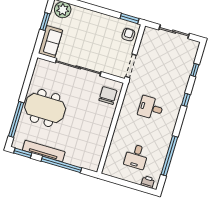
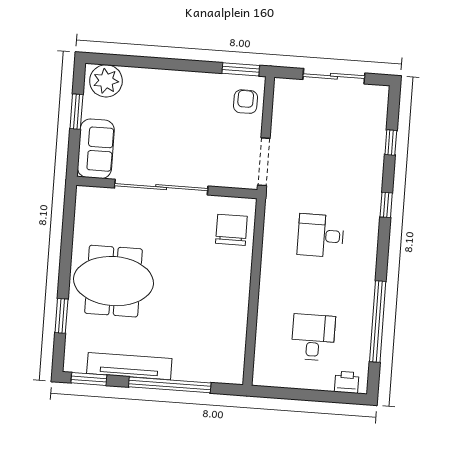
window: (16, 119) -> (61, 316), width x0.47
desk: (136, 157) -> (313, 337), turned 180

